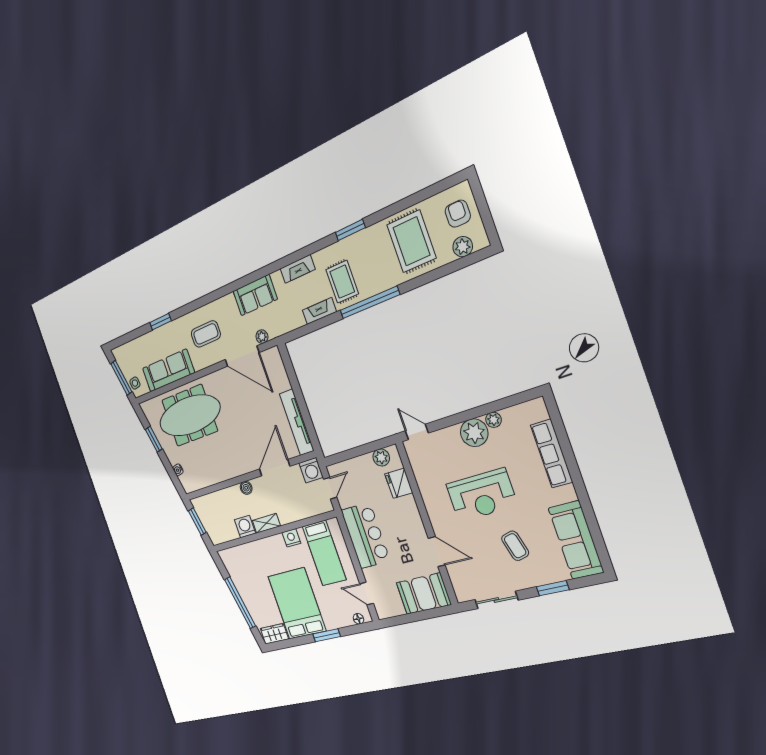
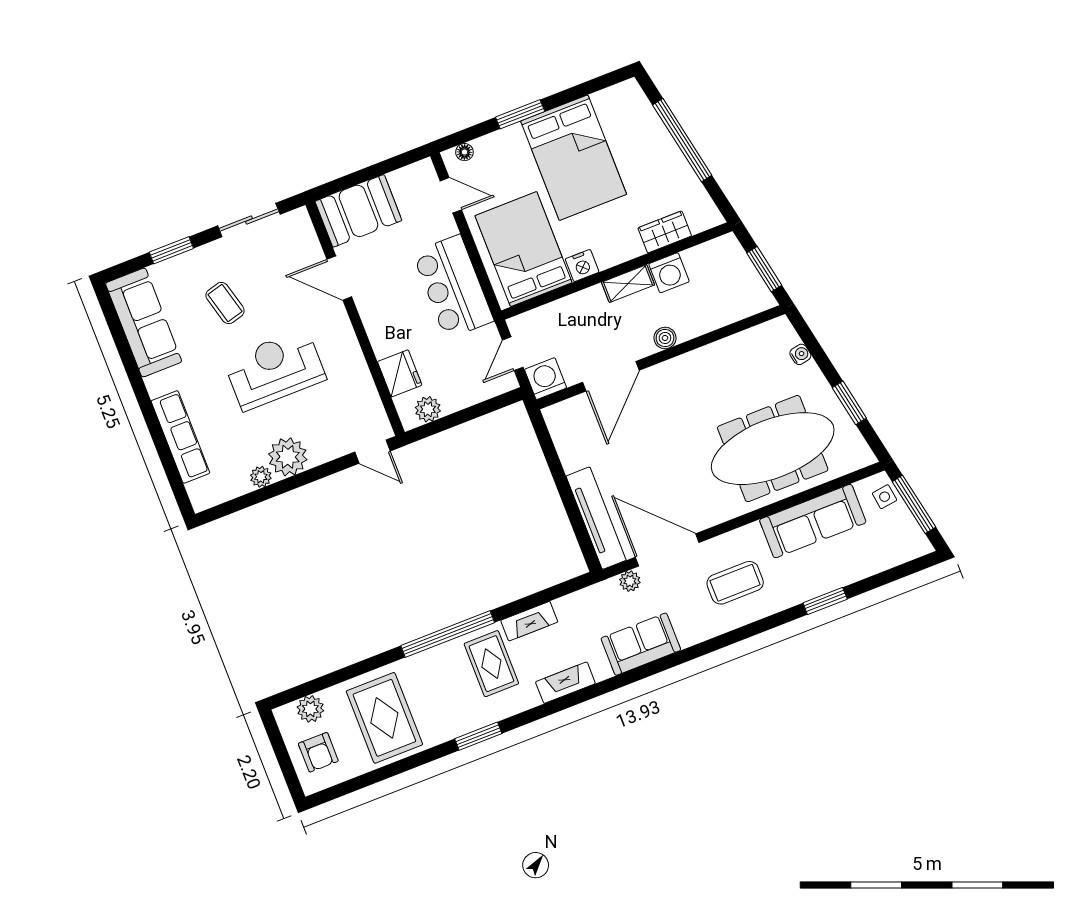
tv unit: (297, 422) -> (596, 518), moved
bed: (324, 553) -> (524, 249), width x1.50
wardrobe: (274, 634) -> (665, 232), moved, turned 180

